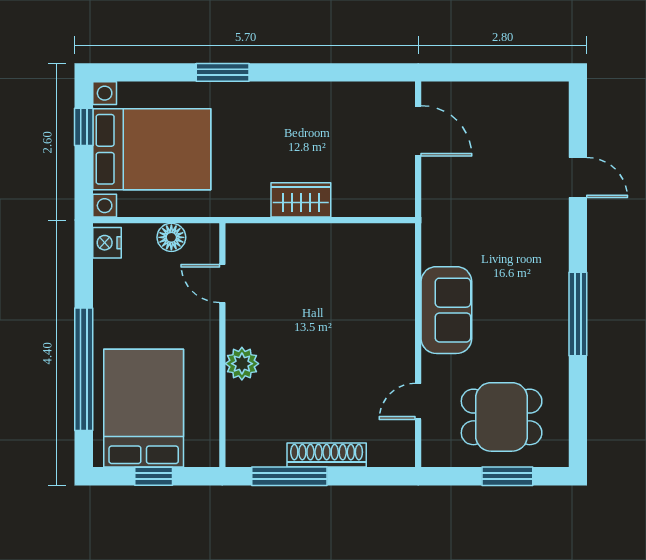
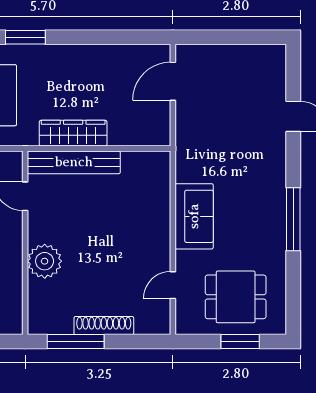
door: (418, 131) -> (173, 81), swing flipped
wardrobe: (301, 200) -> (73, 133), width x1.50
bench: (287, 238) -> (74, 162), added
plant: (242, 364) -> (45, 261), width x1.36, depth x1.36

